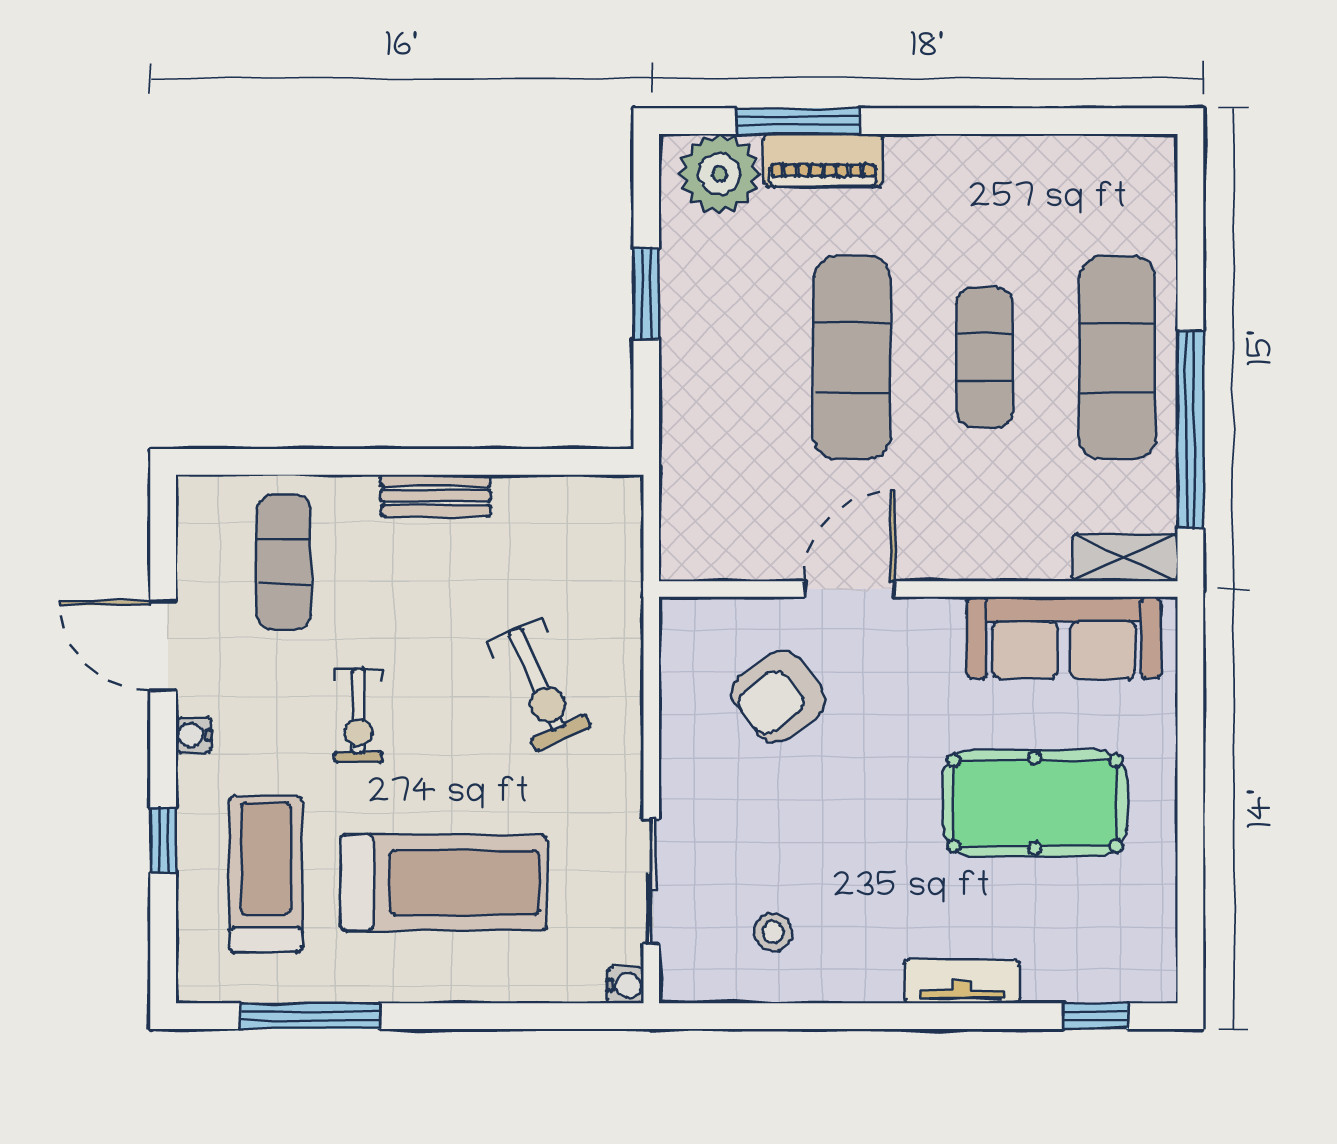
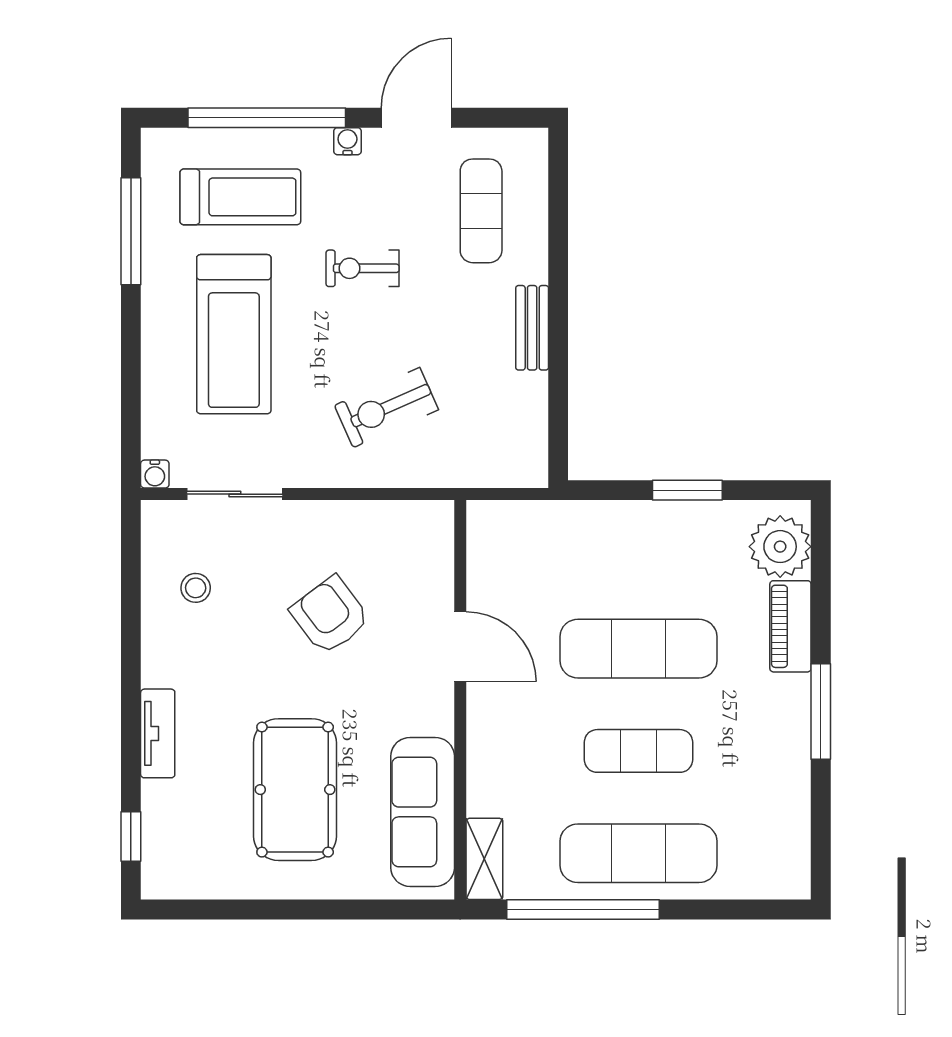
window: (798, 121) -> (821, 711), moved
exercise mat: (284, 562) -> (481, 211), turned 90
armchair: (778, 696) -> (330, 615), moved
window: (163, 840) -> (267, 118), width x3.17

